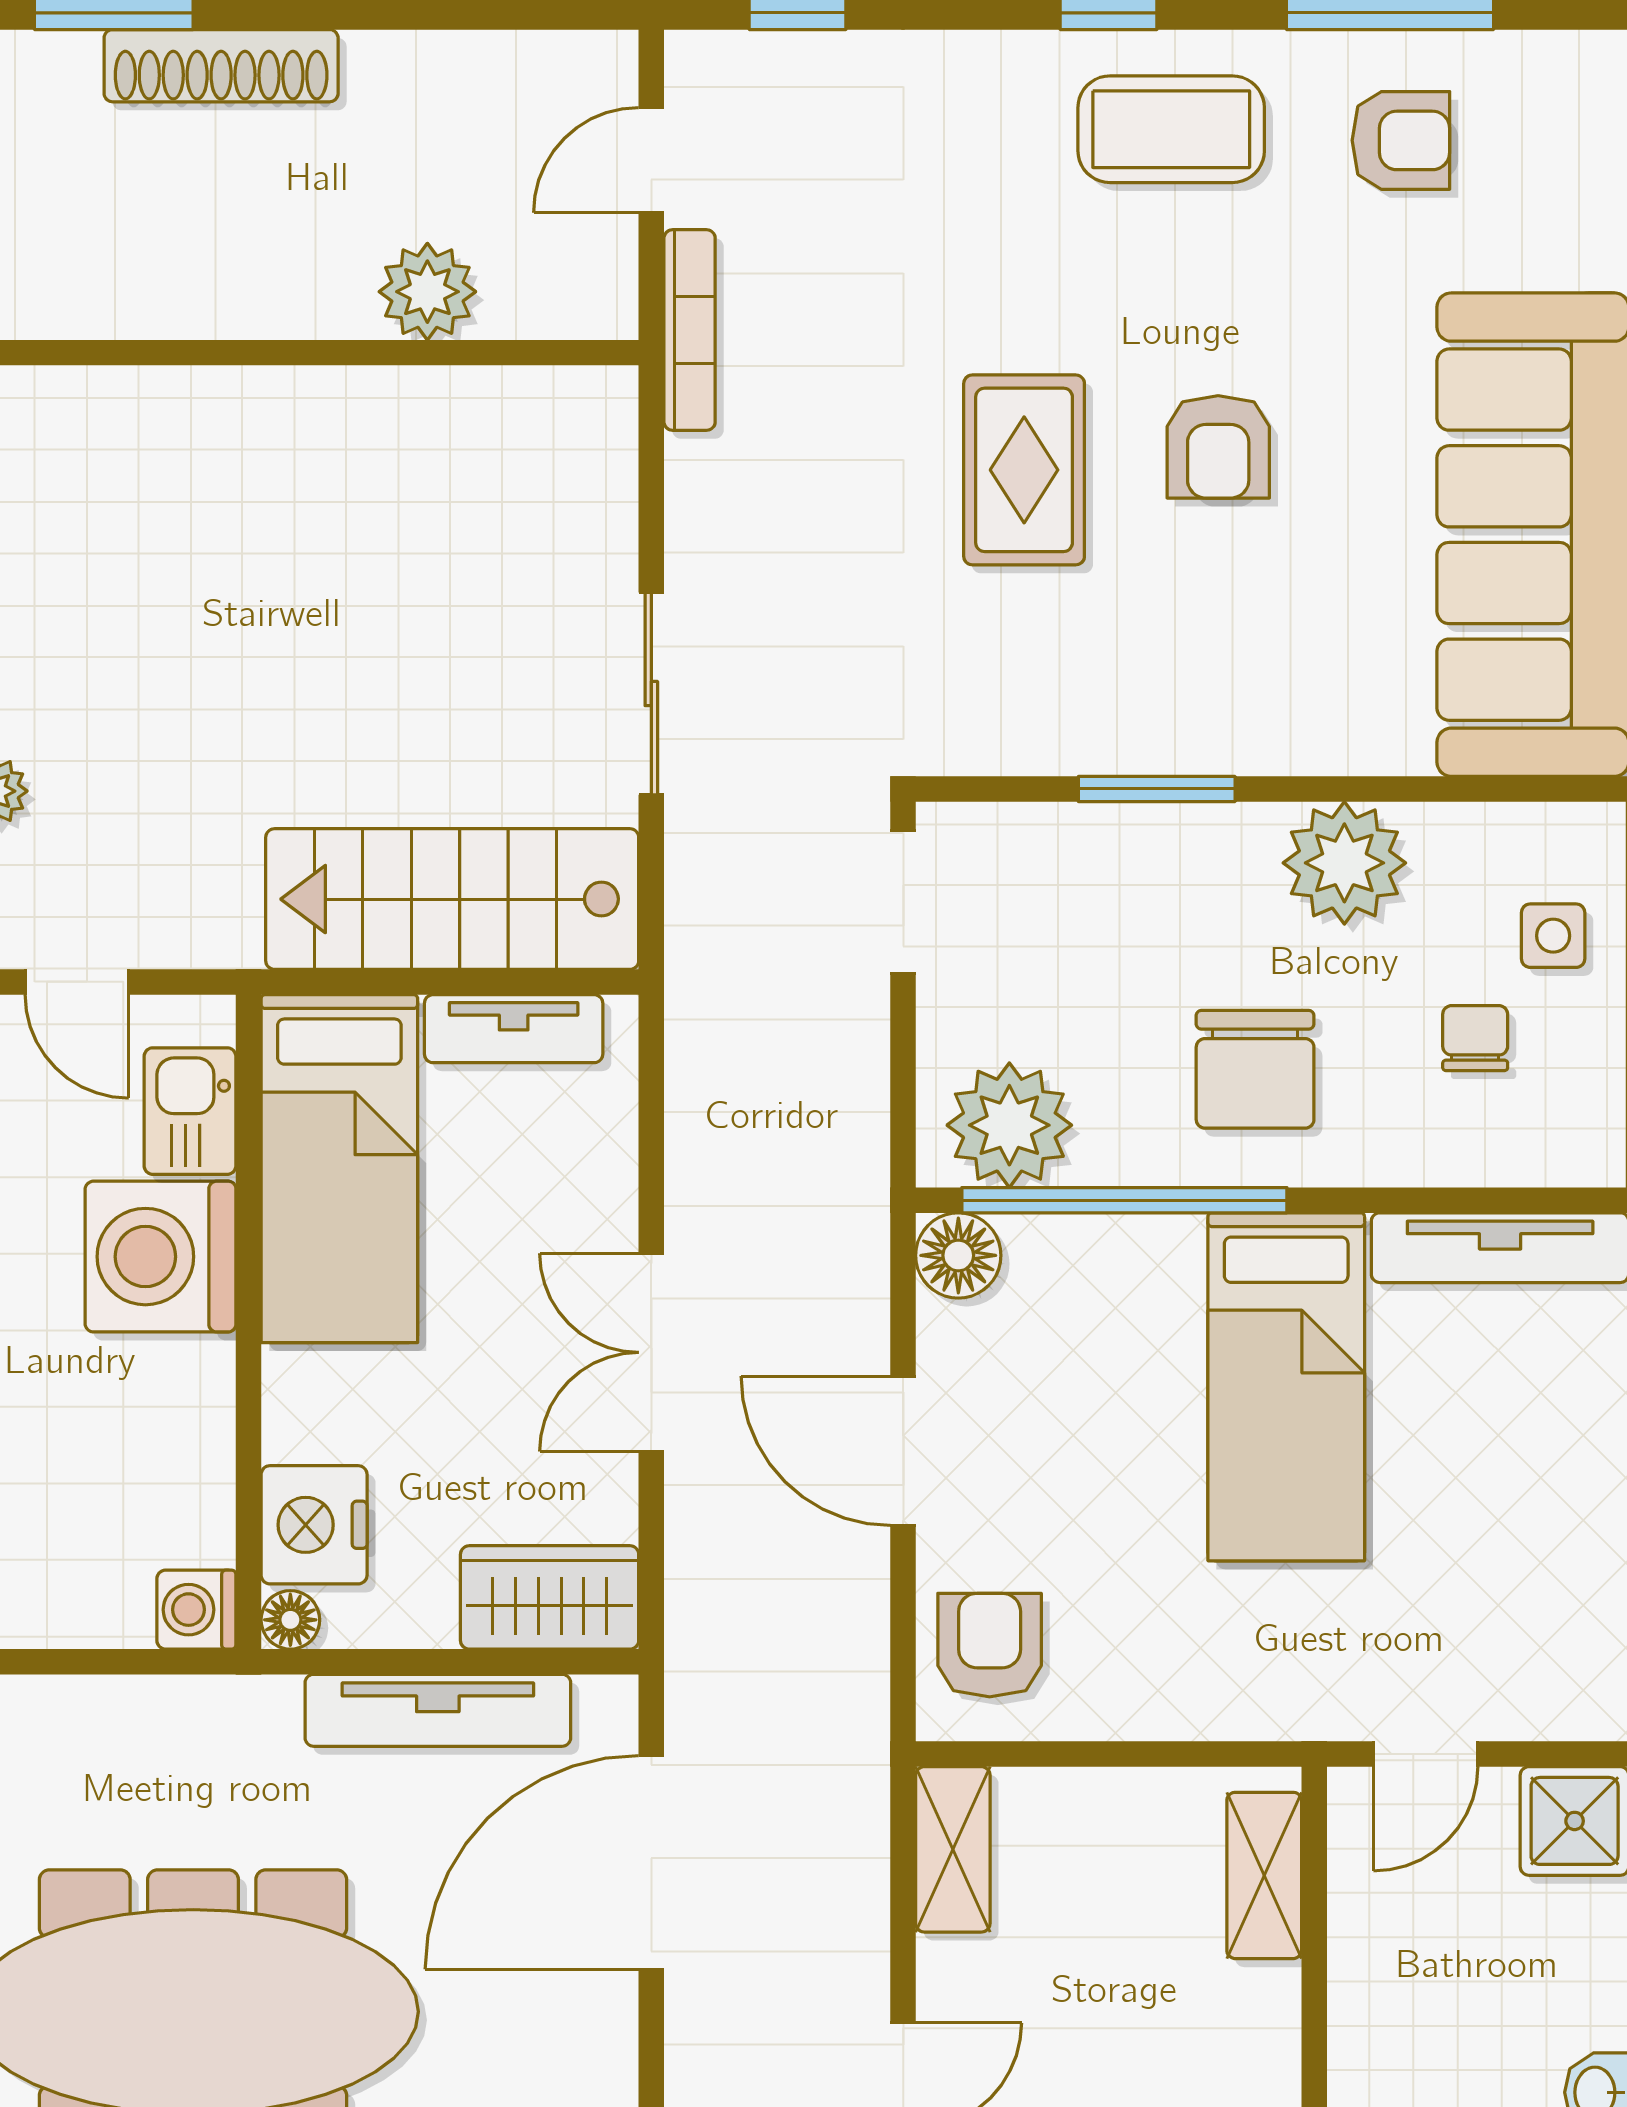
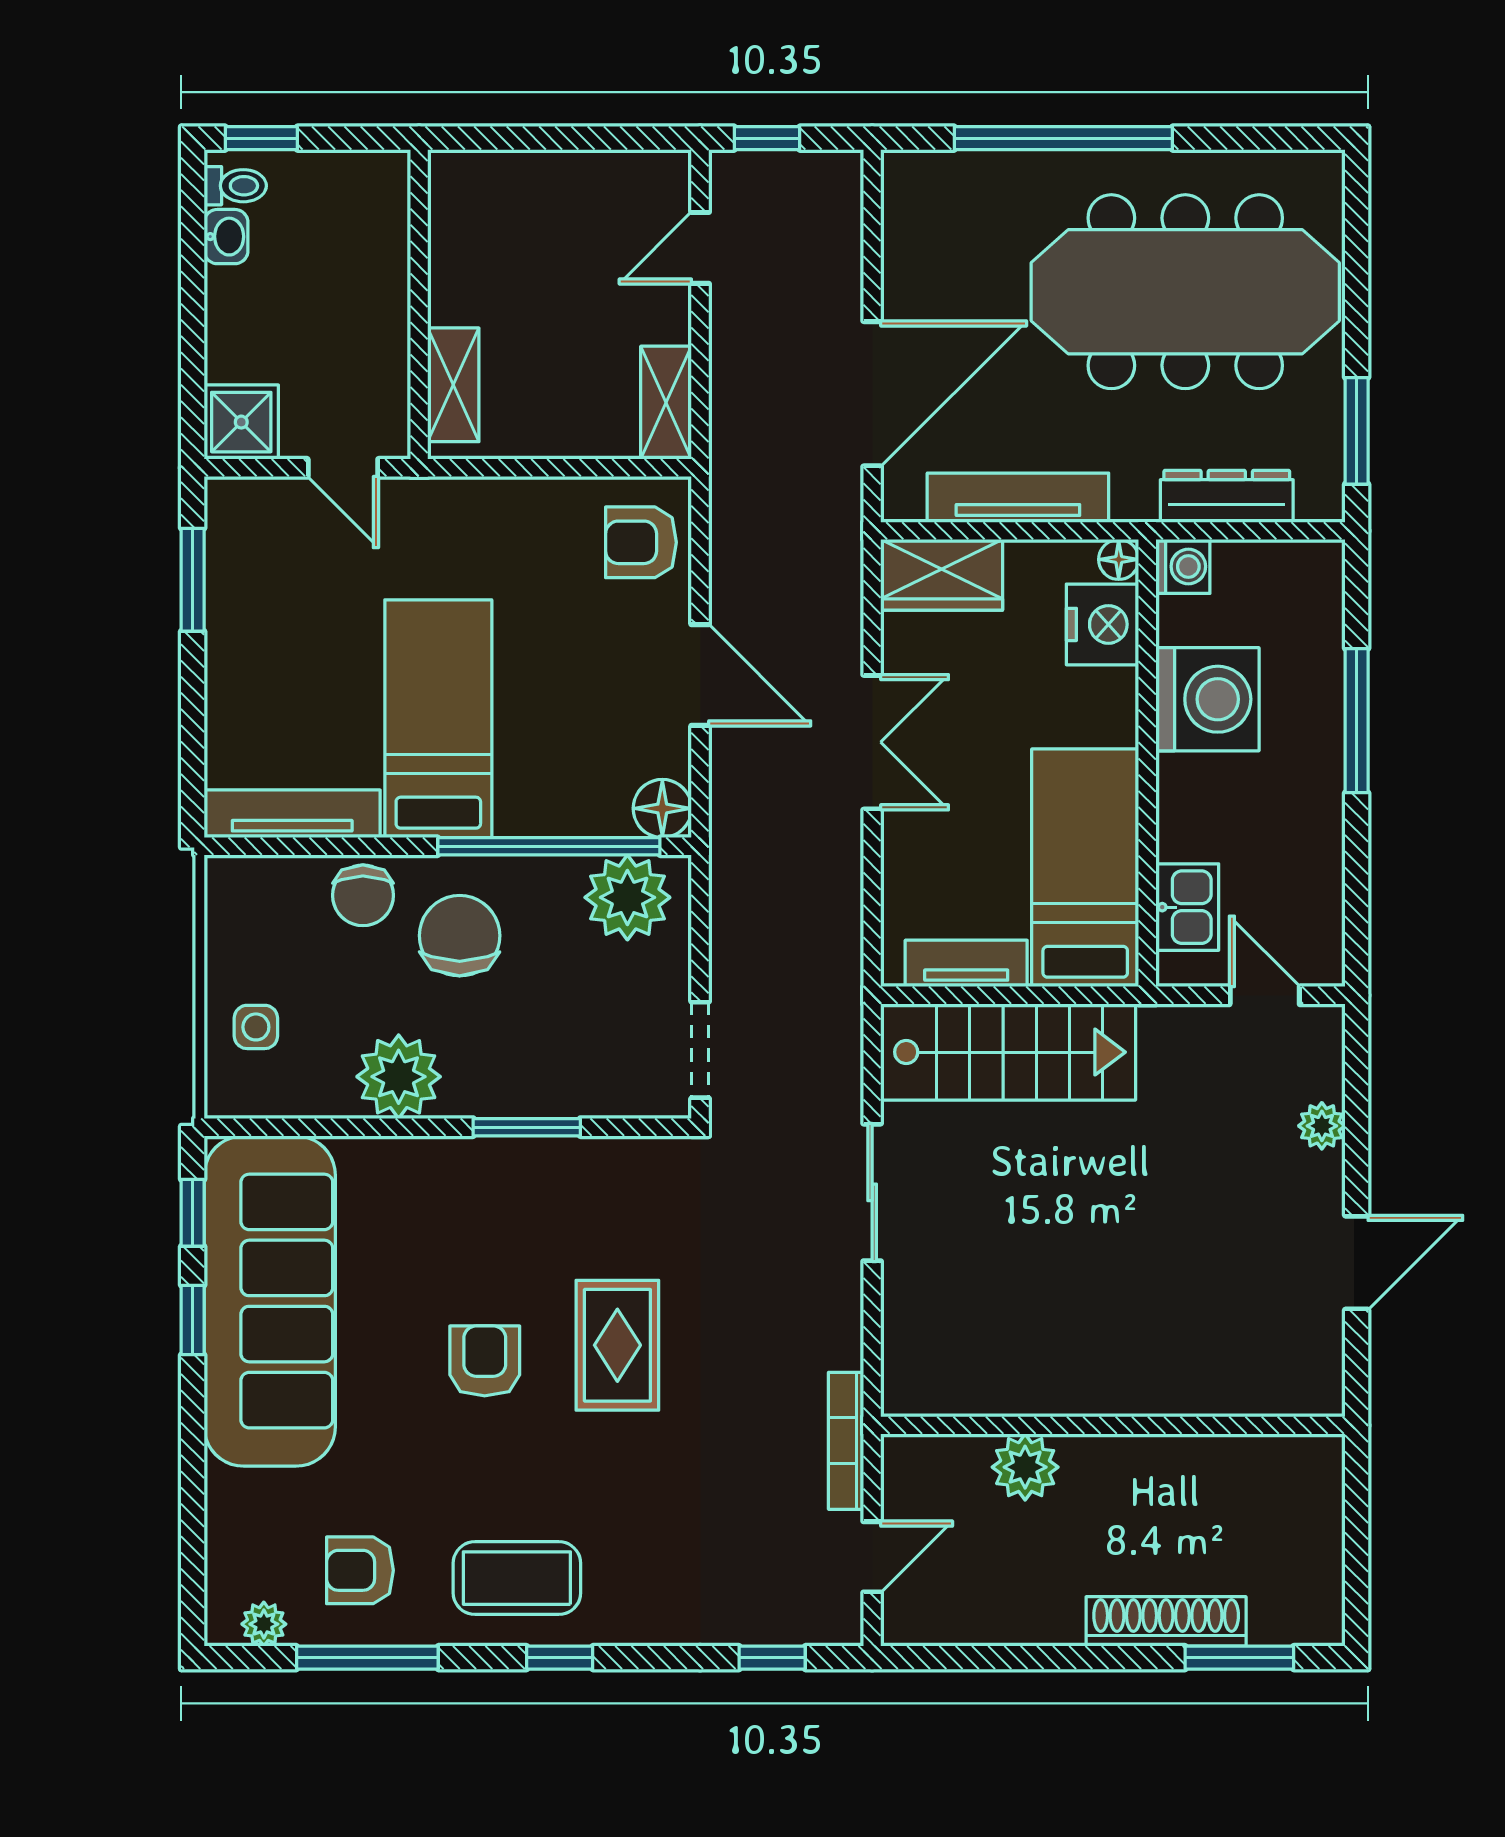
plant: (1542, 62) -> (264, 1624), added
chair: (1475, 1038) -> (363, 895), moved, width x1.37, depth x1.37
washing machine: (160, 1257) -> (1207, 699), moved
armchair: (990, 1645) -> (641, 542), turned 90
dresser: (132, 1712) -> (1227, 496), added
door: (1426, 1754) -> (343, 468), swing flipped

